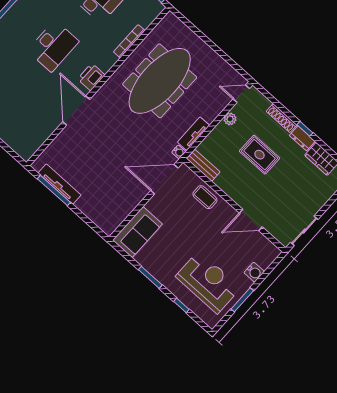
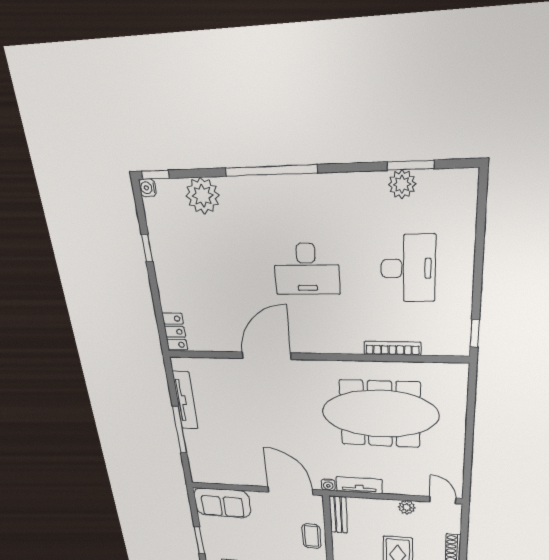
printer: (91, 77) -> (315, 341), removed
locker: (20, 148) -> (175, 332), added
window: (54, 191) -> (180, 430), moved

